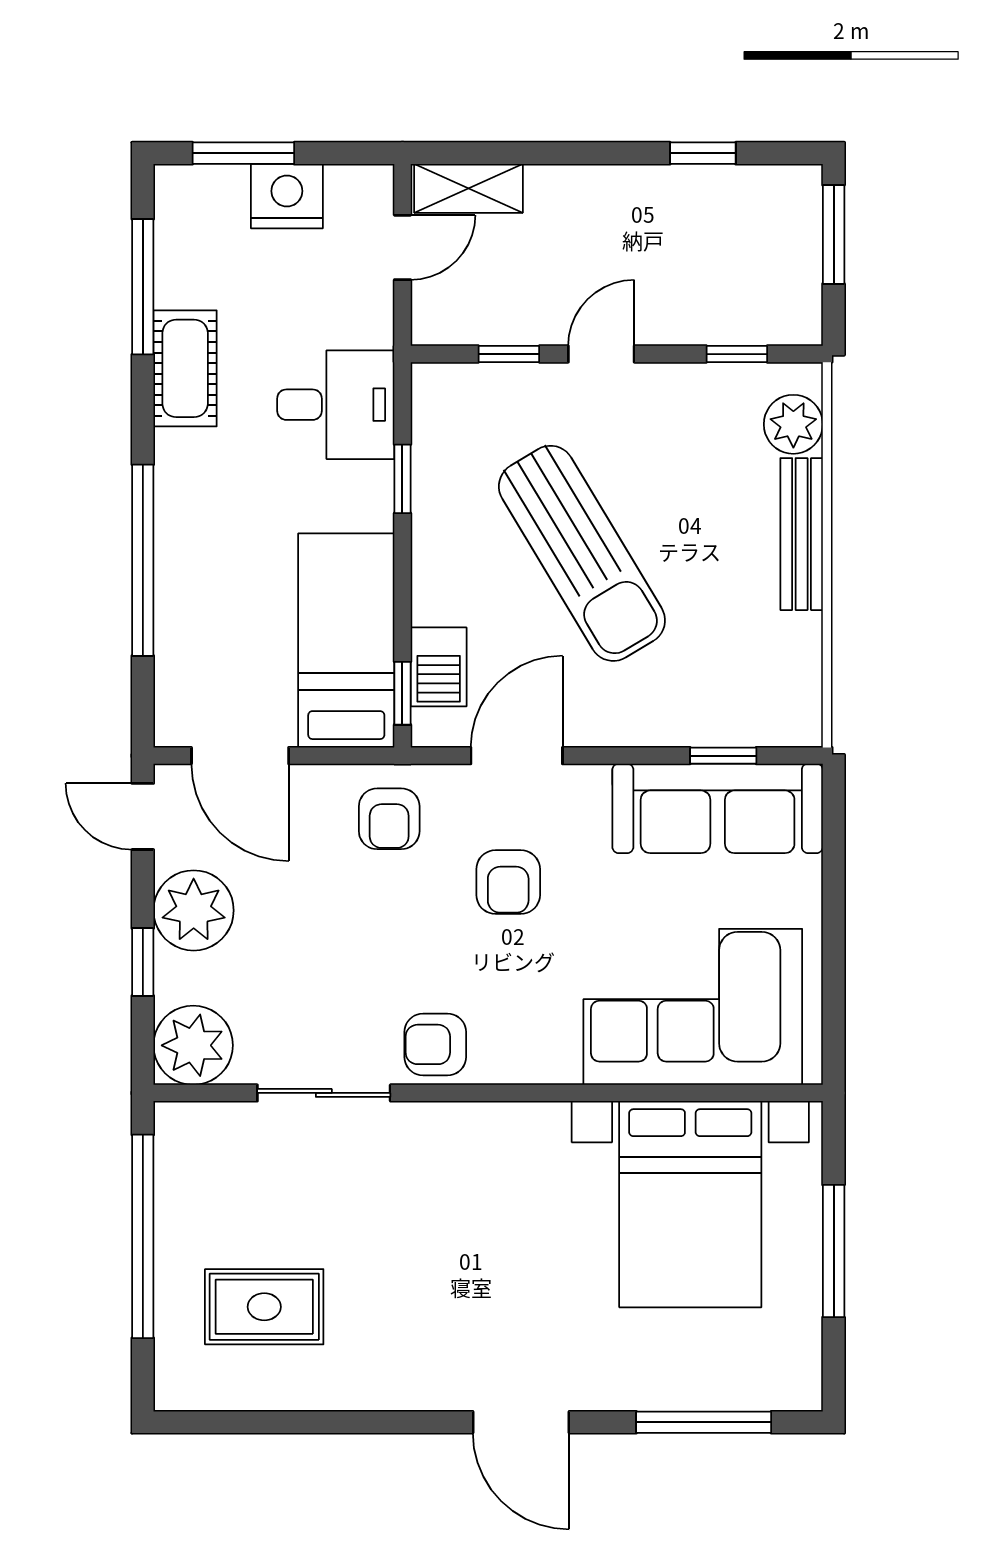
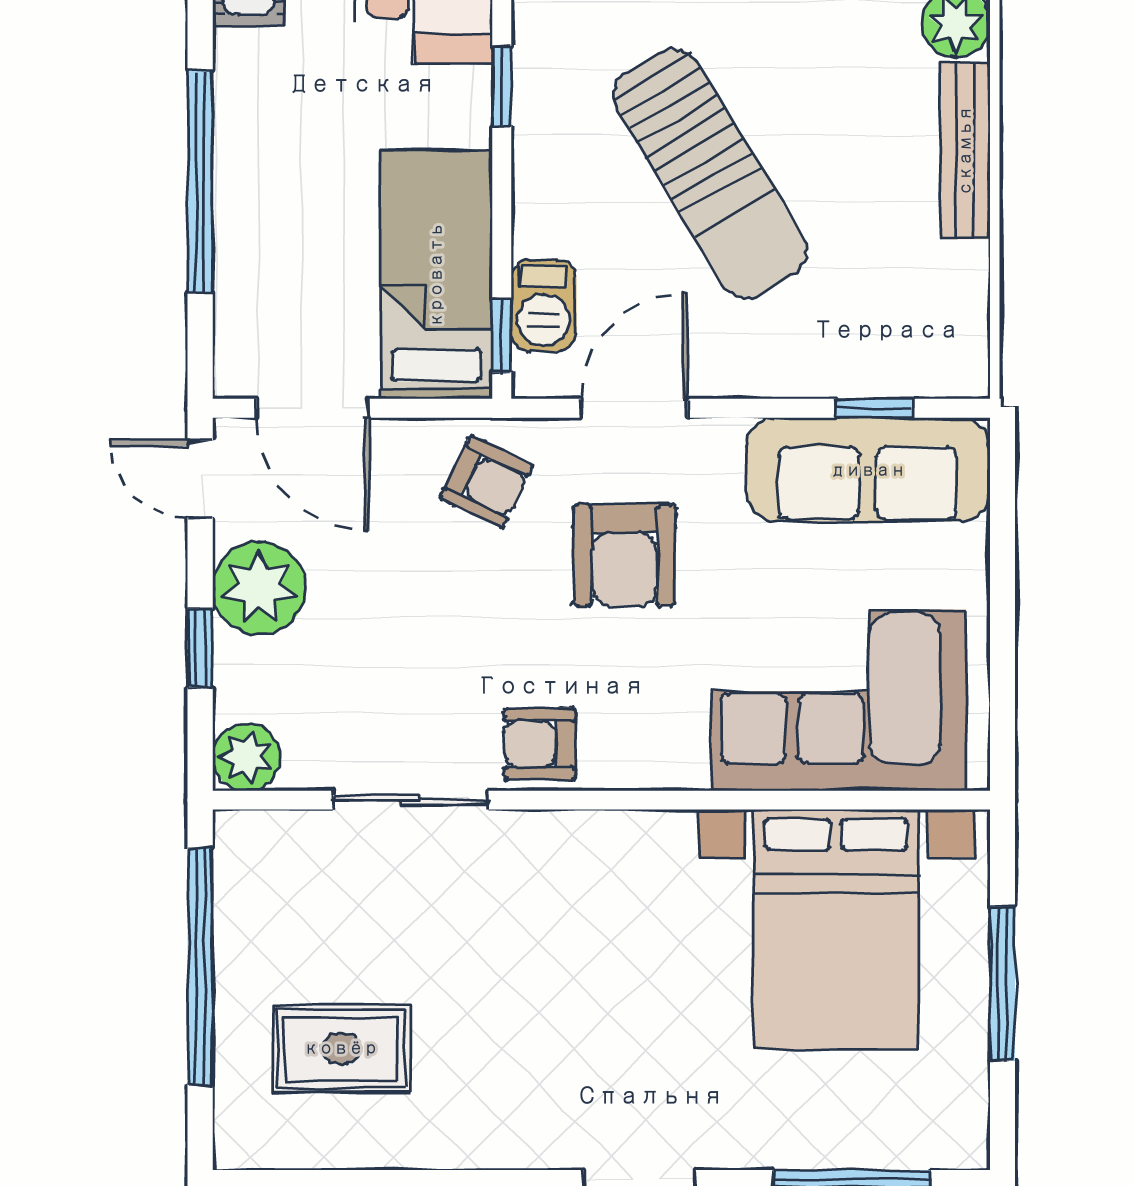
armchair: (389, 819) -> (486, 482), turned -64
armchair: (508, 882) -> (625, 555), width x1.38, depth x1.38
plant: (193, 1045) -> (246, 757), width x0.73, depth x0.73

